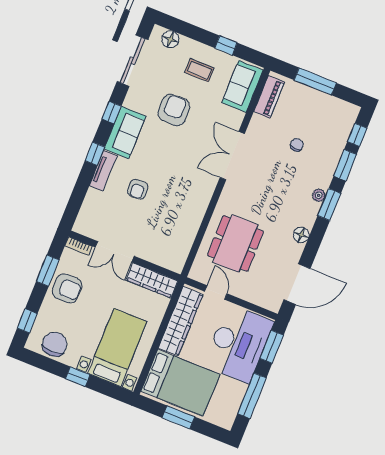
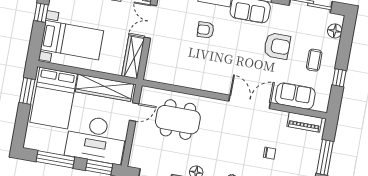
sofa: (242, 86) -> (295, 96), moved
window: (178, 417) -> (27, 91), moved

